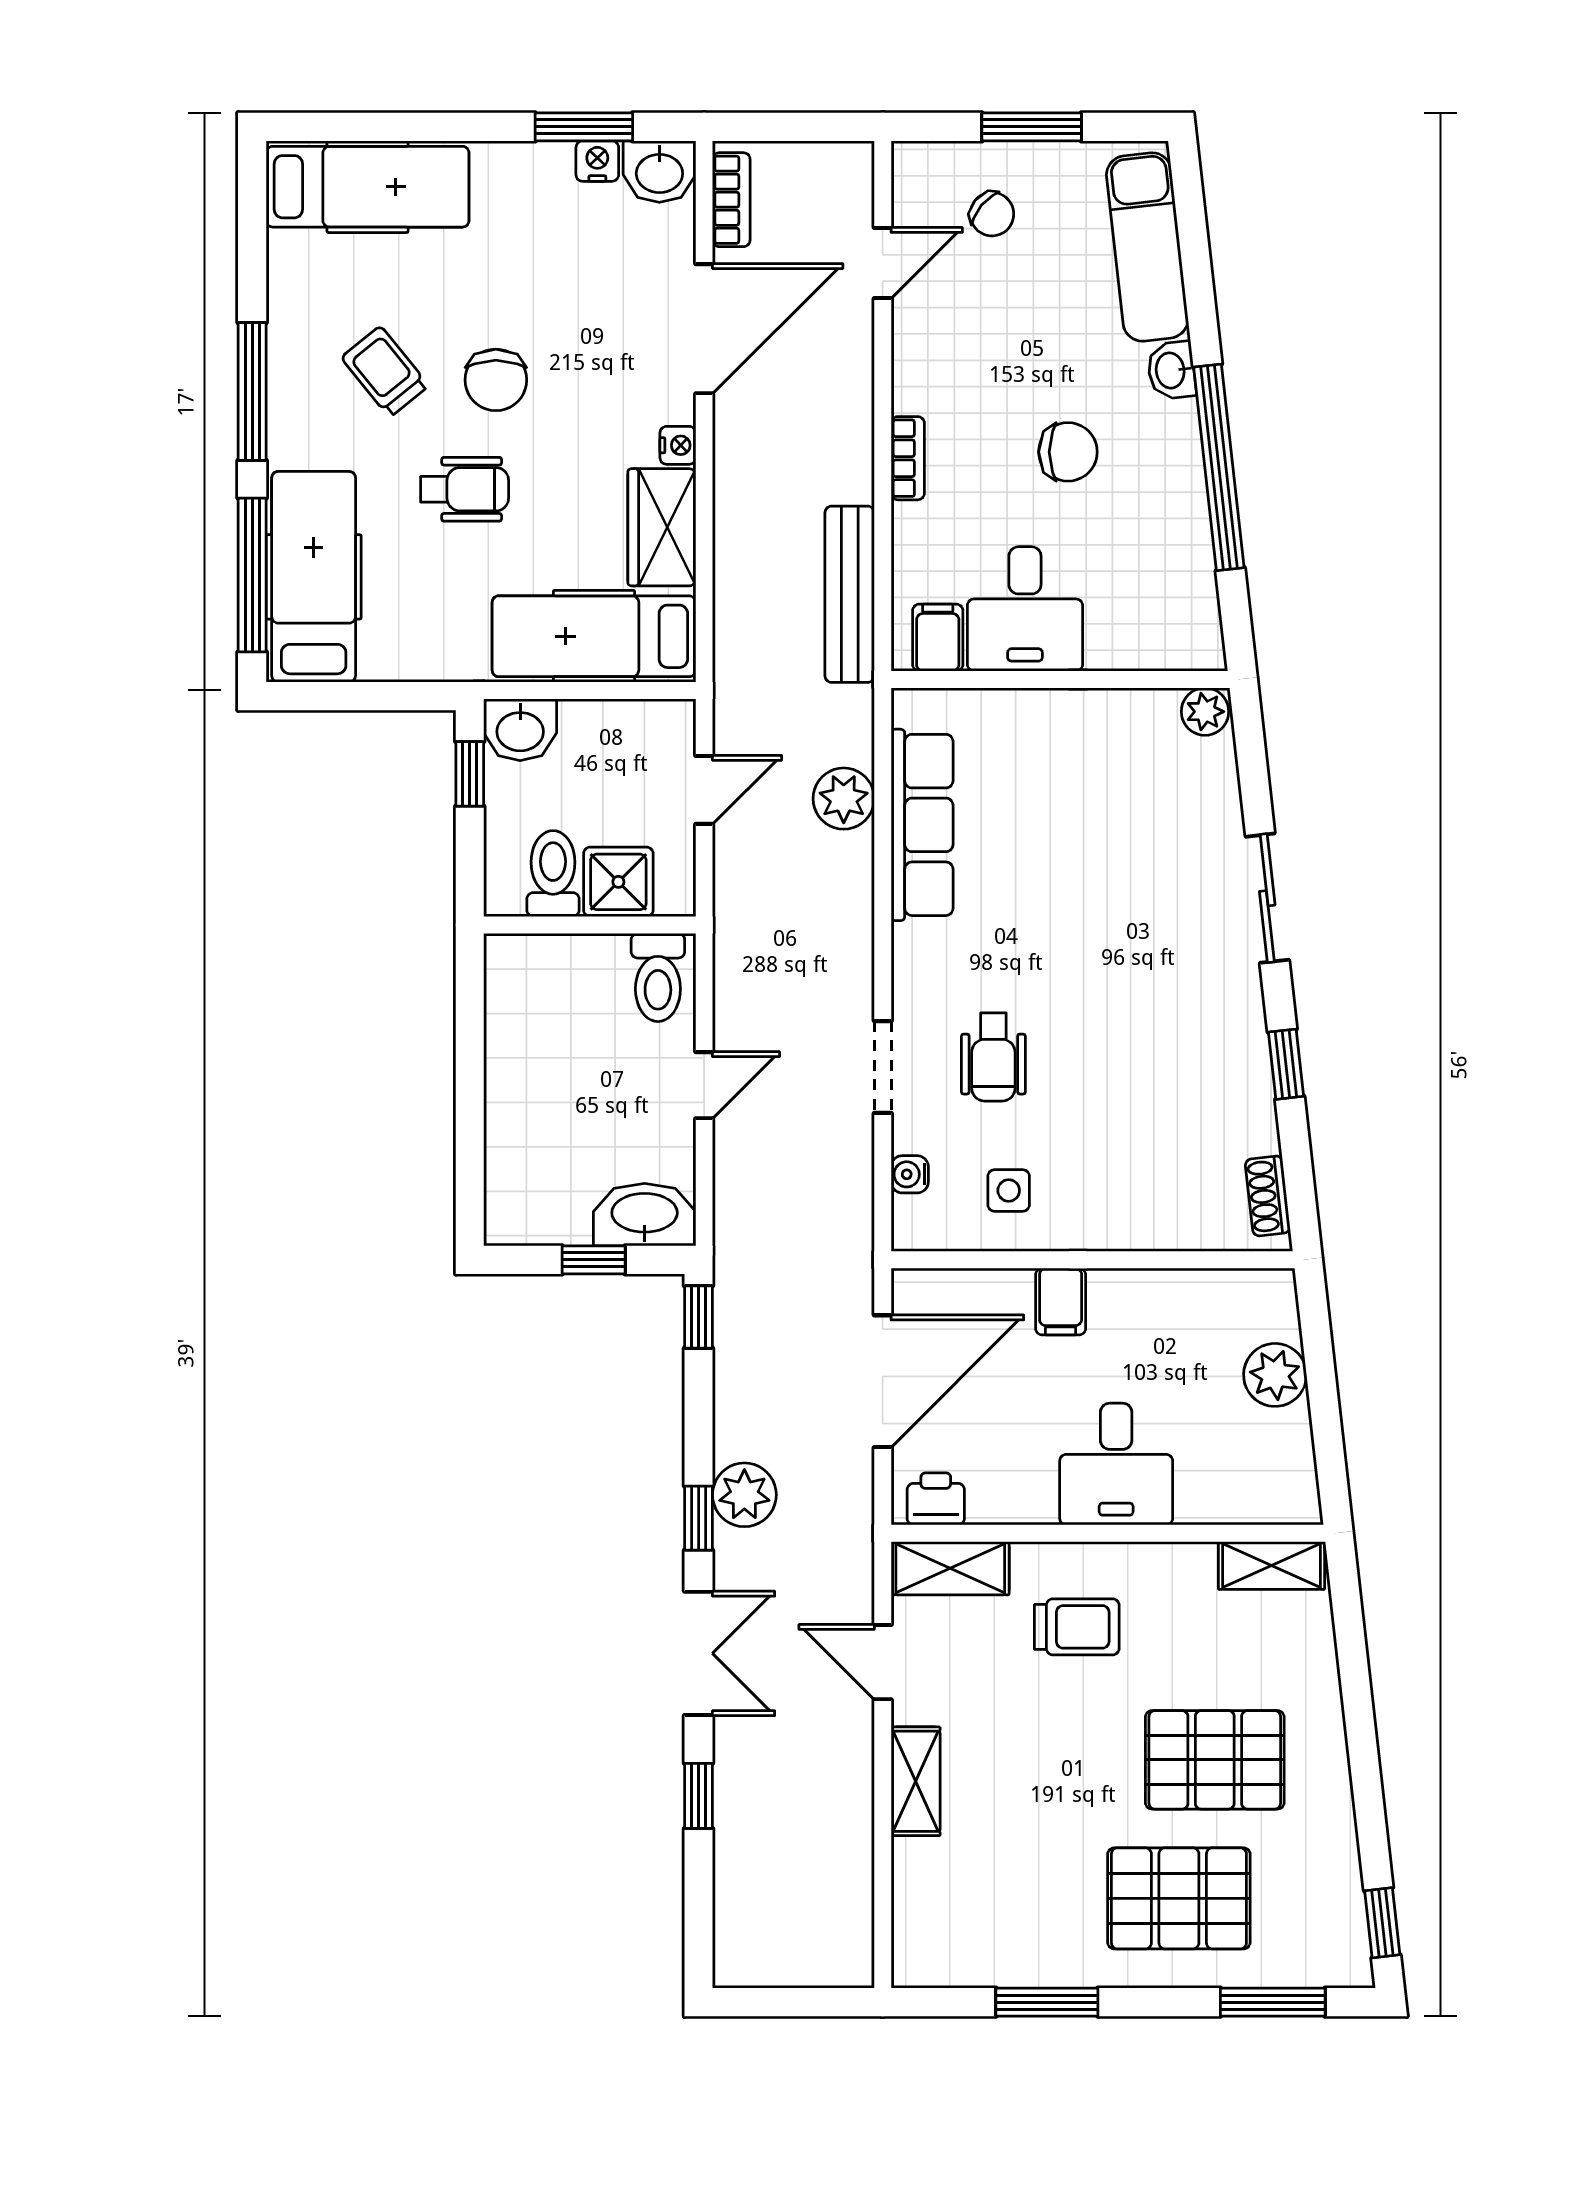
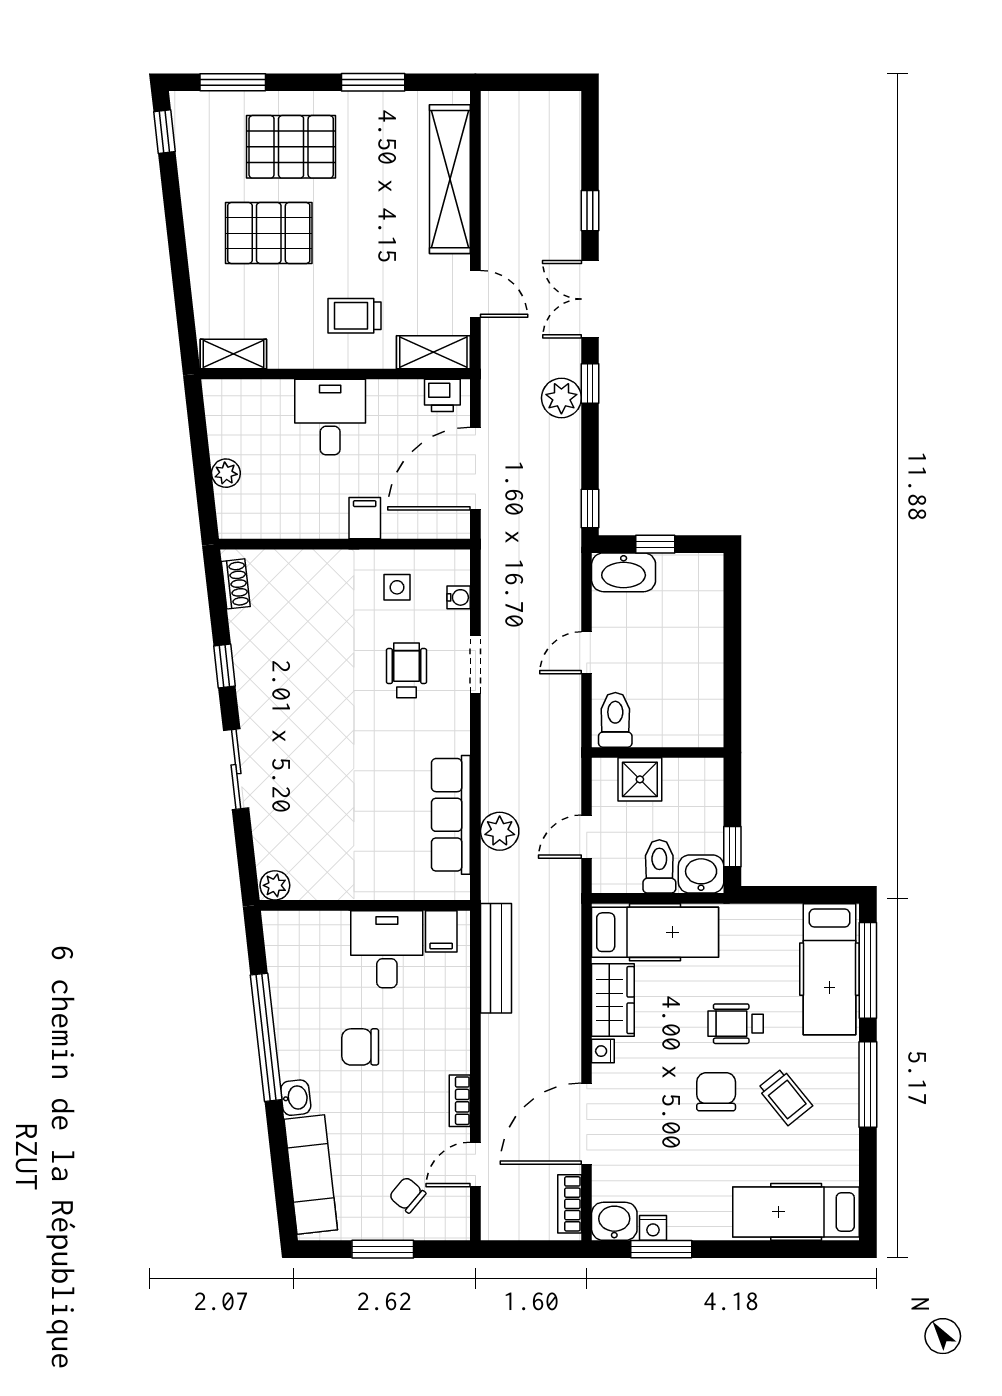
bookcase: (908, 458) -> (460, 1101), moved
toilet: (553, 874) -> (659, 866), moved, turned 180
plant: (1275, 1375) -> (226, 473), width x0.73, depth x0.73
shelving: (916, 1781) -> (450, 179), width x2.20, depth x1.33

